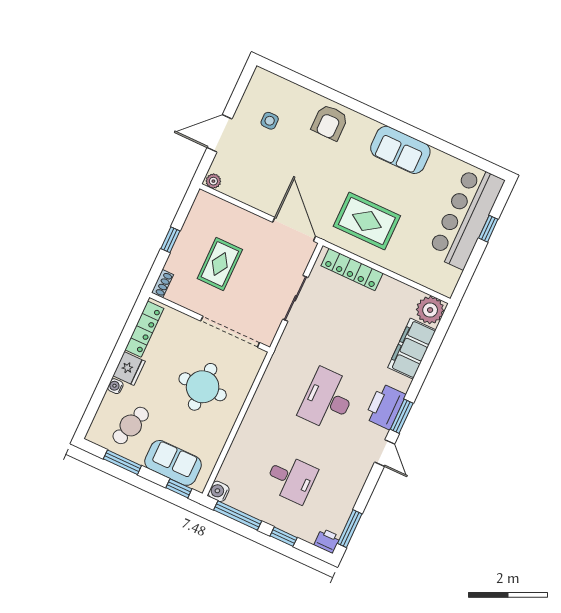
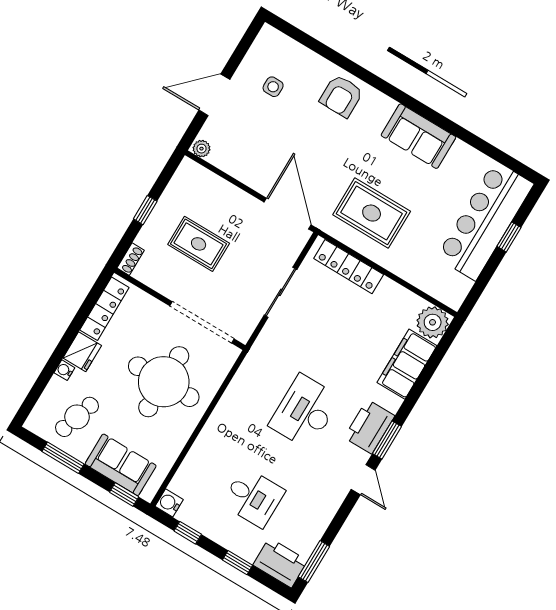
rug: (220, 264) -> (199, 244), turned 90
round table: (203, 387) -> (164, 382), width x1.36, depth x1.36
window: (238, 515) -> (188, 533), width x0.46
printer: (327, 541) -> (280, 563), width x1.87, depth x1.48

